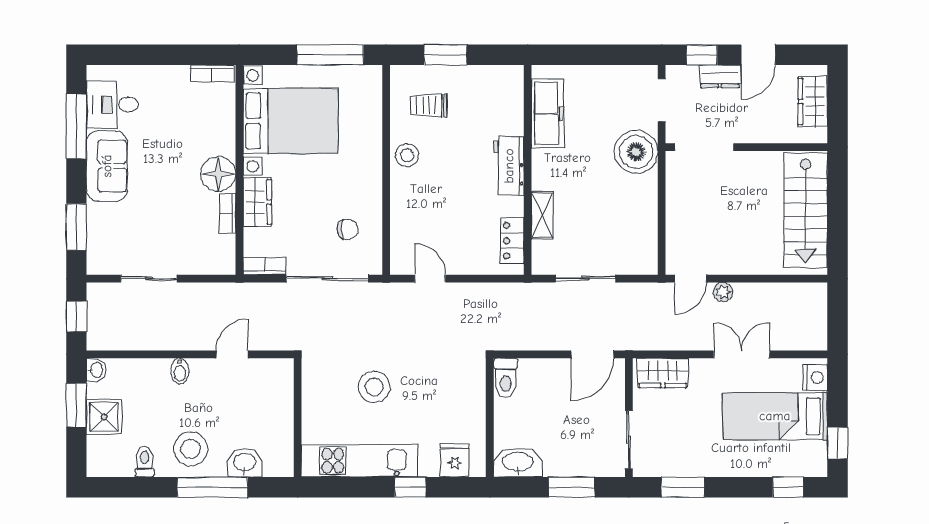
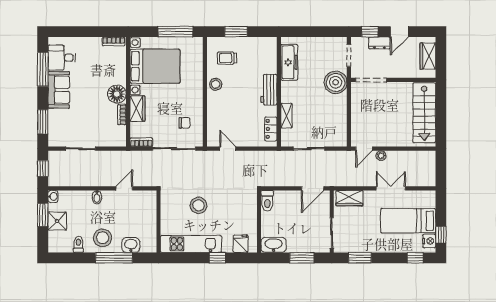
nightstand: (815, 378) -> (429, 241), moved

